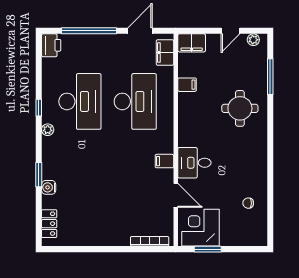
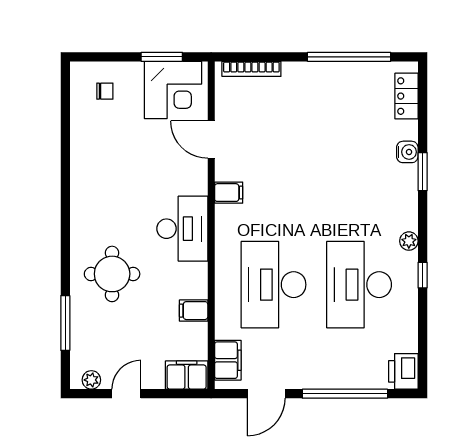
desk: (194, 163) -> (182, 229), moved, width x1.37
chair: (248, 203) -> (105, 91), moved
window: (86, 249) -> (349, 57), added

